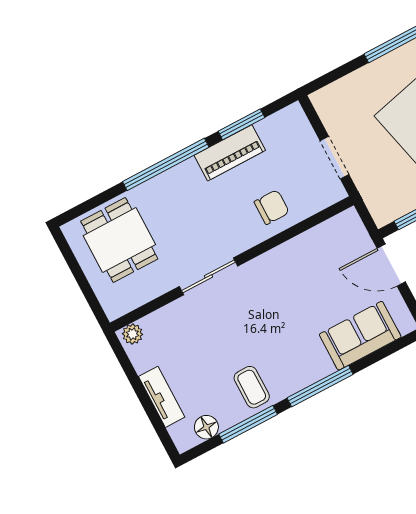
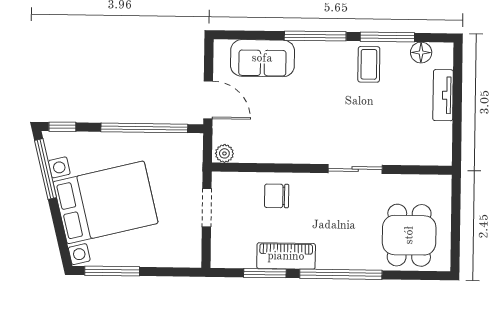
plant: (132, 334) -> (224, 153), moved

